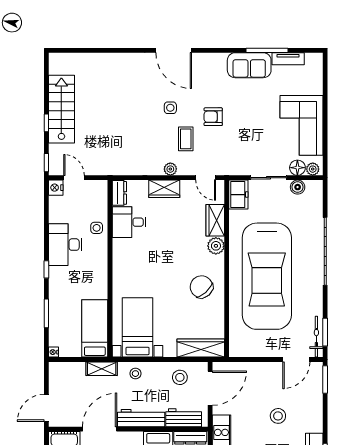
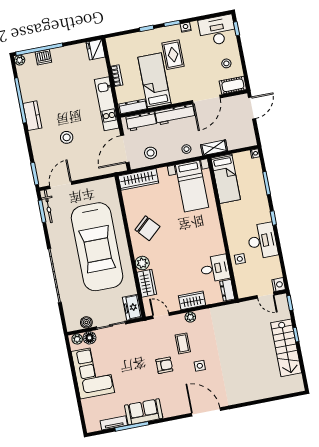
car: (267, 276) -> (97, 247), turned 180

